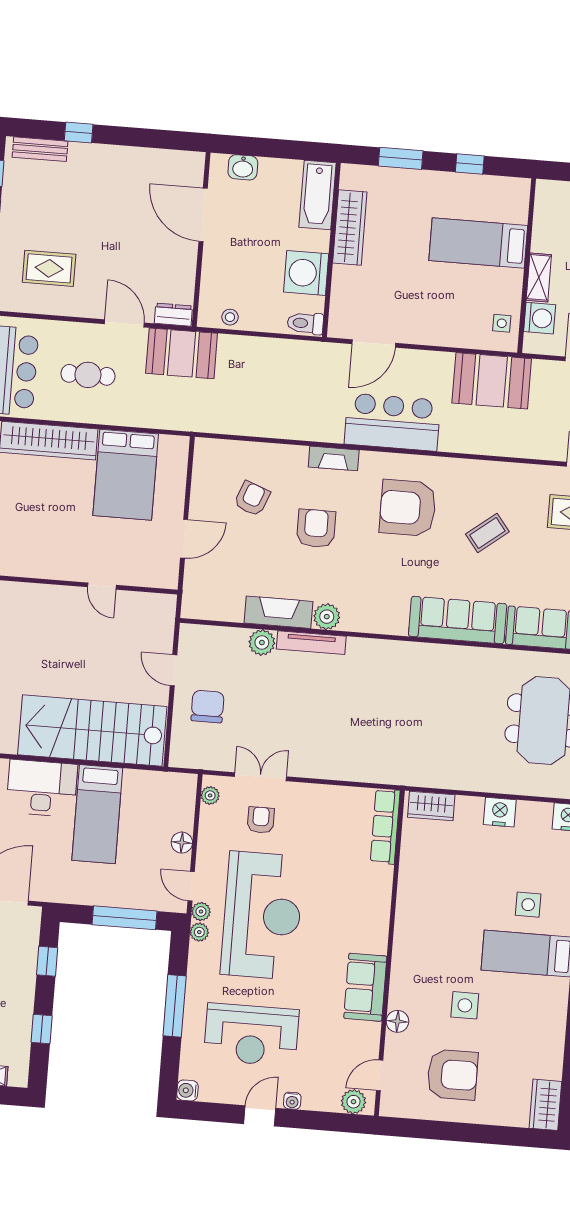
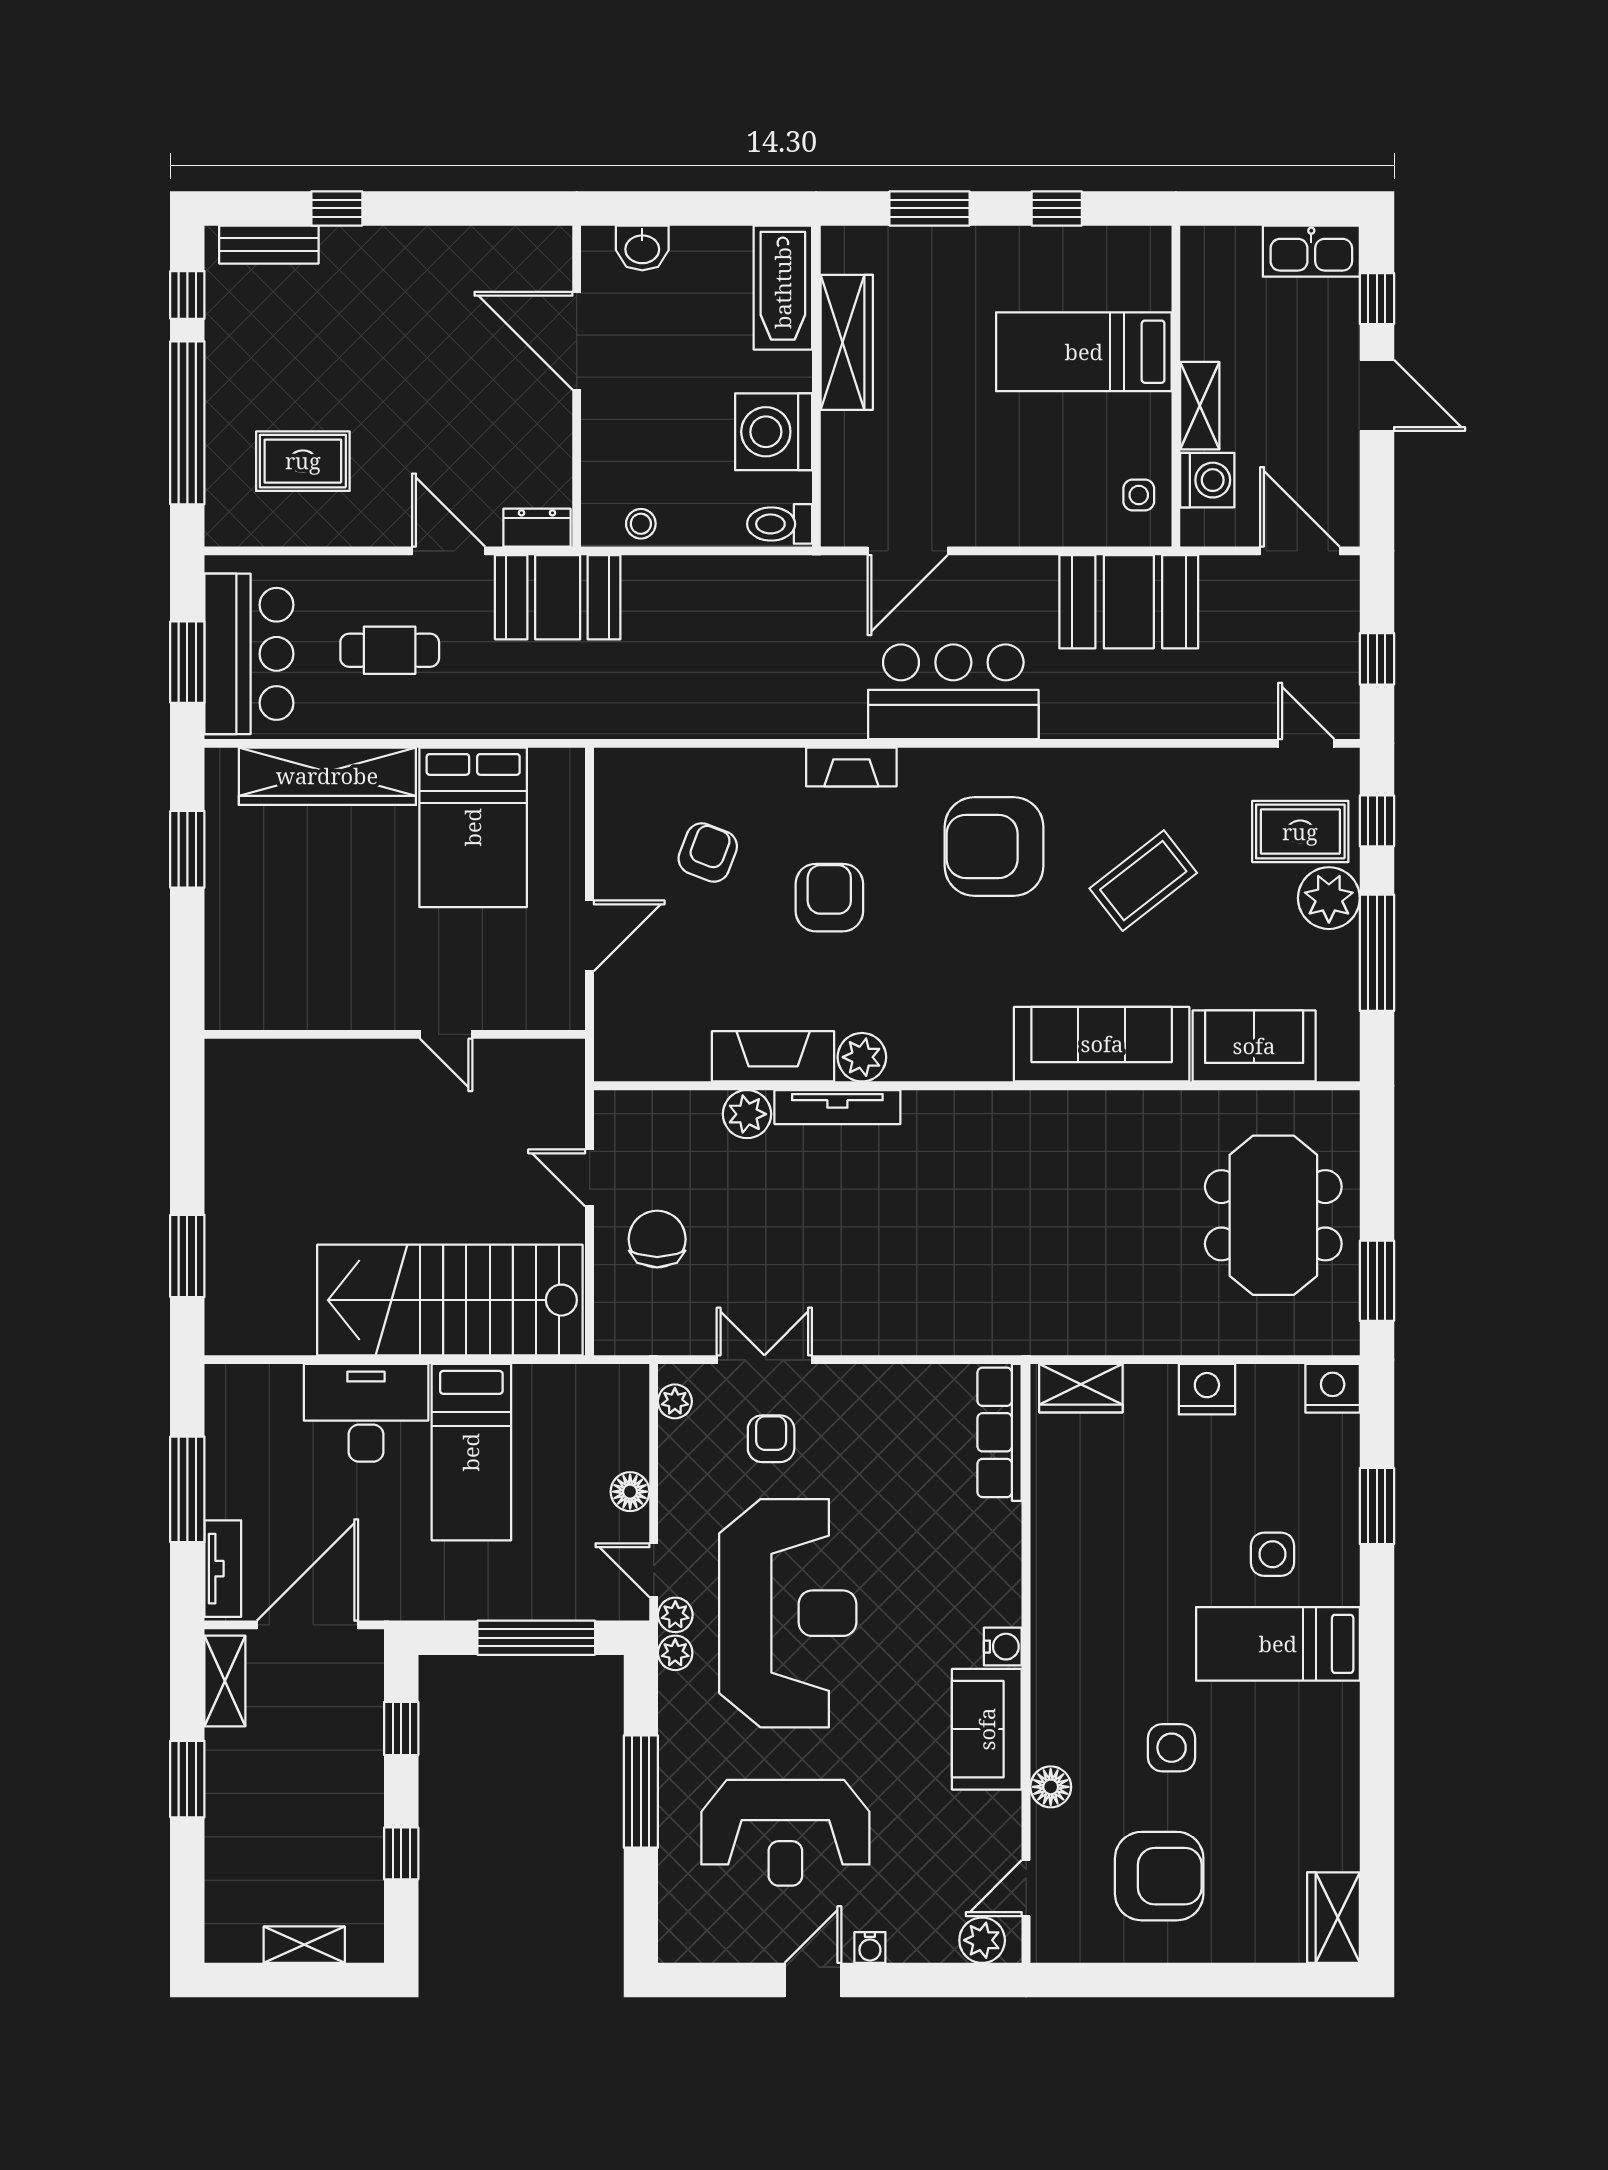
coffee table: (487, 533) -> (1143, 881), width x1.36, depth x1.30
water cooler: (187, 1090) -> (1003, 1647), moved, turned 180

